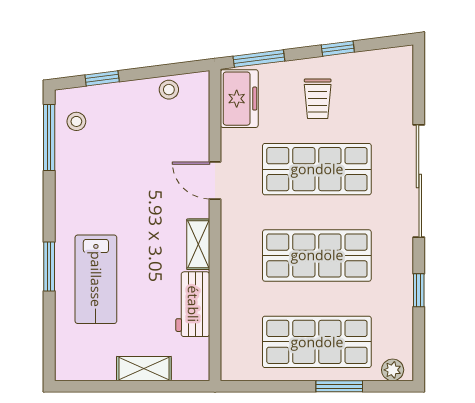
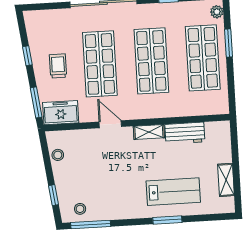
trolley: (318, 99) -> (58, 66), turned -90
door: (215, 180) -> (110, 124), swing flipped
shelving: (144, 369) -> (226, 180), moved

